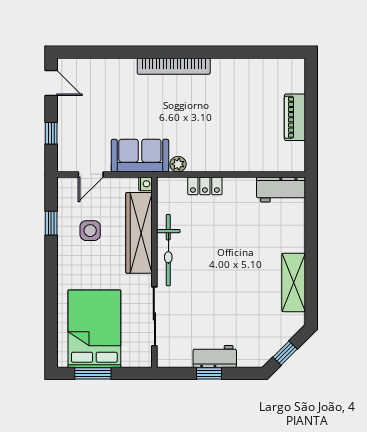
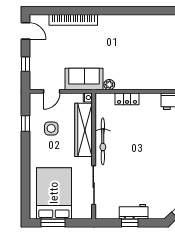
bookcase: (174, 66) -> (73, 20), moved

